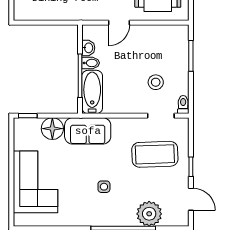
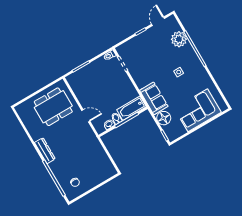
stool: (156, 82) -> (106, 77), removed
coffee table: (155, 154) -> (145, 55), removed

